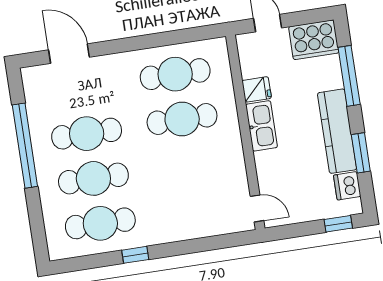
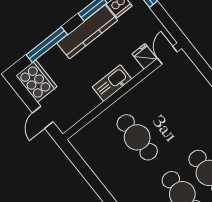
cafe table: (175, 74) -> (110, 159), removed
fridge: (257, 89) -> (145, 56), moved

